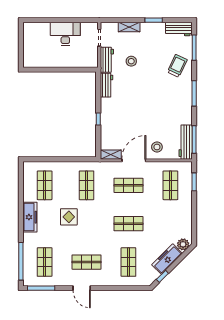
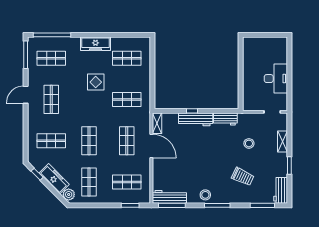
workbench: (107, 60) -> (196, 119), moved, width x1.38
trolley: (177, 66) -> (243, 177), moved
stool: (157, 147) -> (205, 195), moved
shop shelf: (170, 224) -> (89, 182), added

